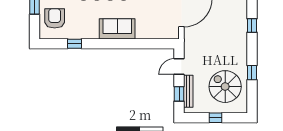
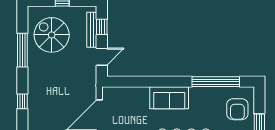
window: (74, 44) -> (216, 82), width x3.17
window: (252, 73) -> (22, 50), width x2.17
spiral stairs: (225, 87) -> (52, 35), turned 180

